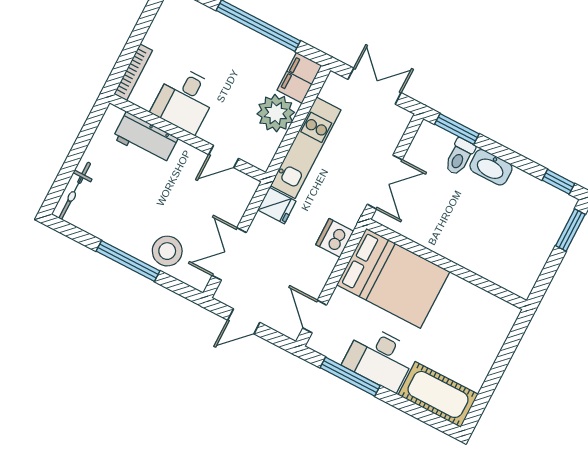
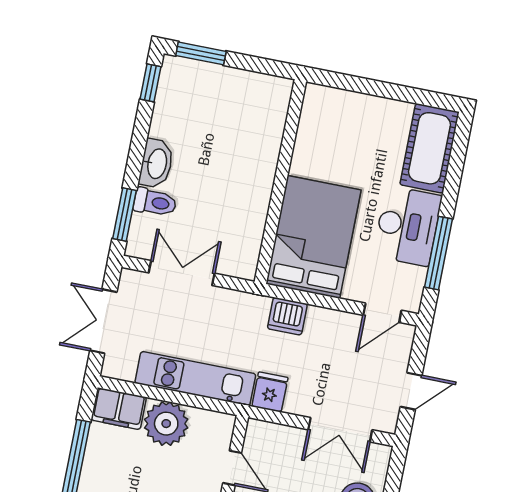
double door: (385, 182) -> (182, 273), moved
door: (244, 321) -> (411, 391), hinge flipped

